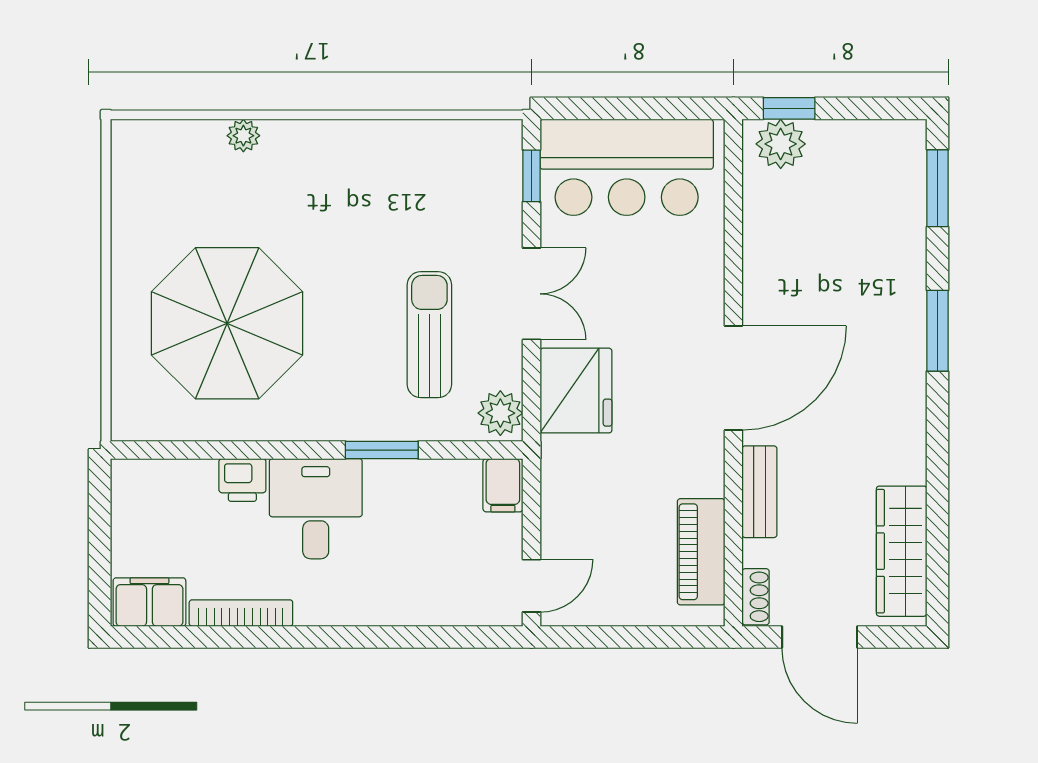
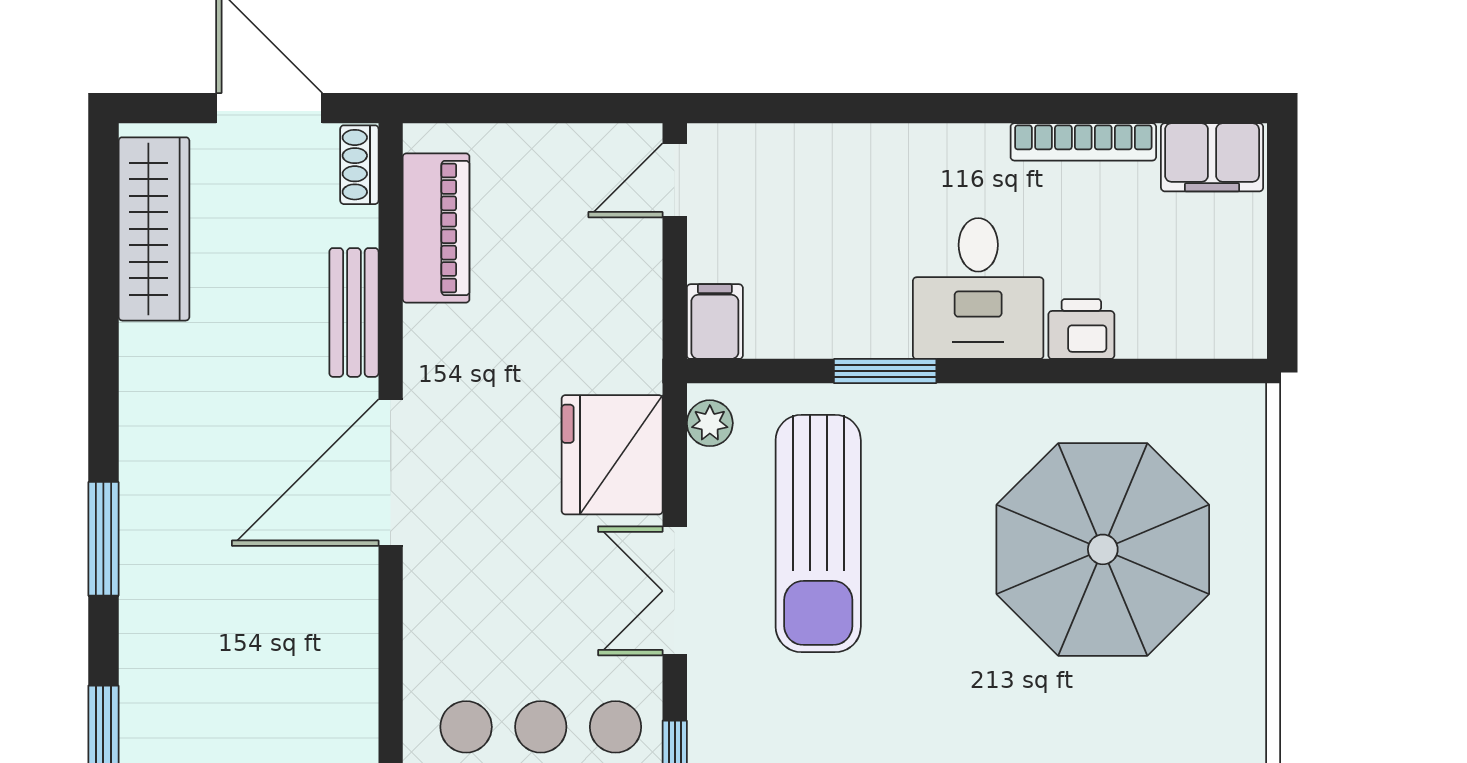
sun lounger: (429, 335) -> (818, 533), width x1.36, depth x1.34
plant: (500, 413) -> (710, 423), width x0.73, depth x0.73

